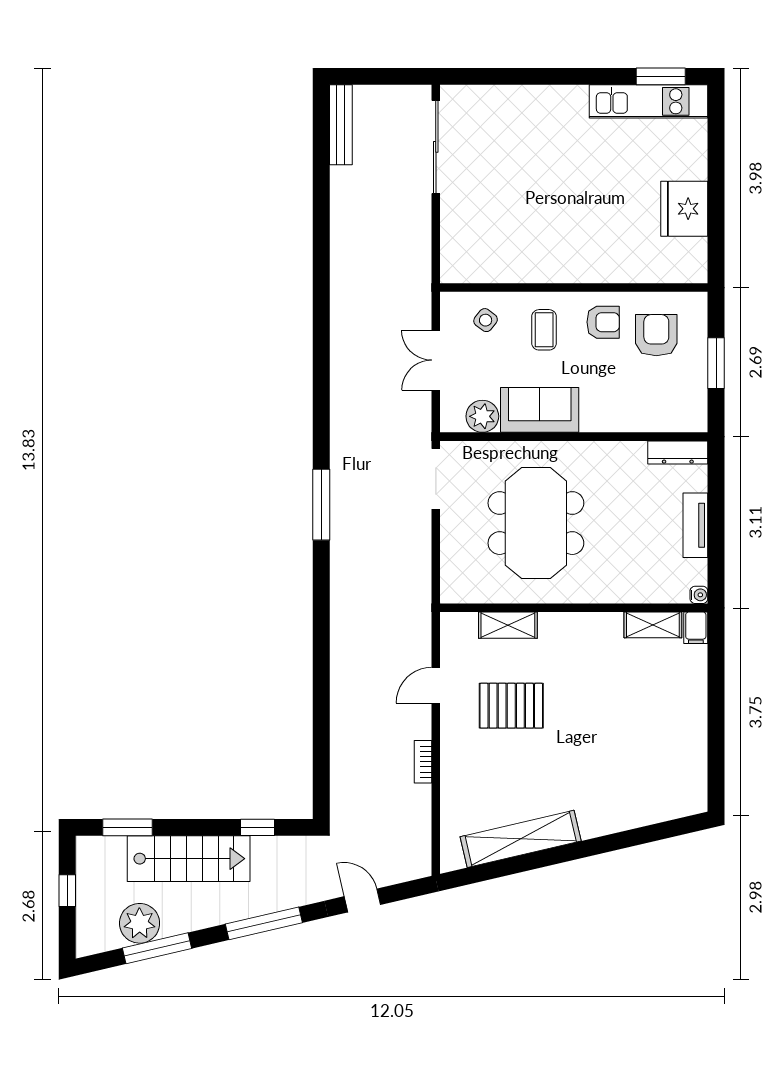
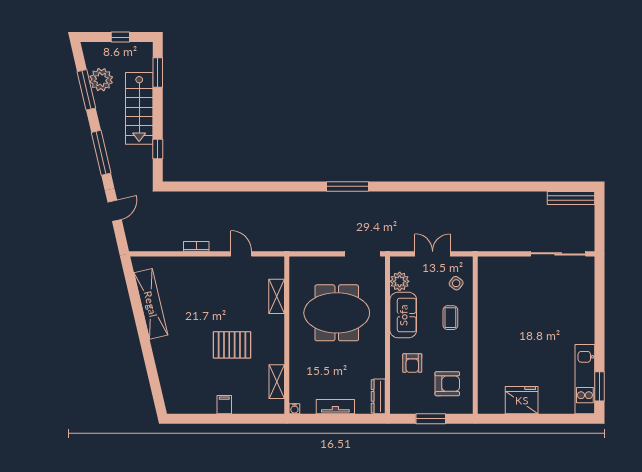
armchair: (603, 322) -> (412, 363), moved
coffee table: (544, 330) -> (450, 318), turned 90
filing cabinet: (696, 628) -> (224, 405), moved, turned 90
pallet: (511, 706) -> (232, 345), moved, turned 90

